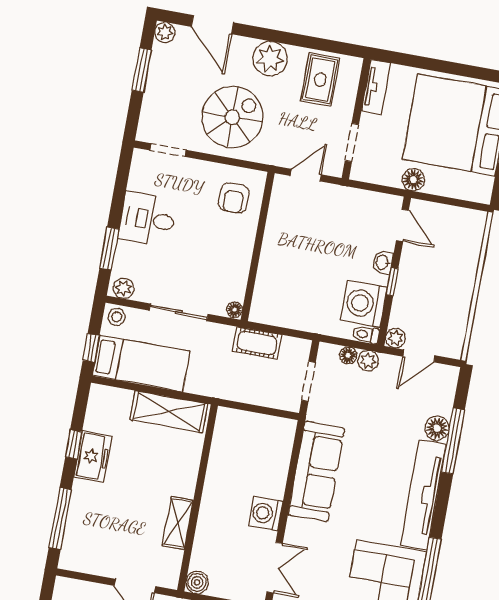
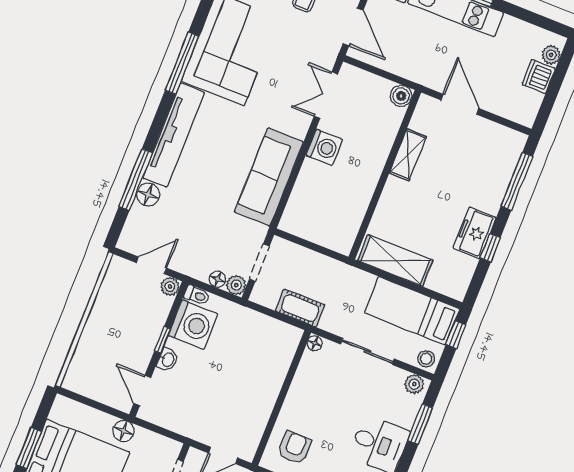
plant: (368, 361) -> (236, 285), moved

